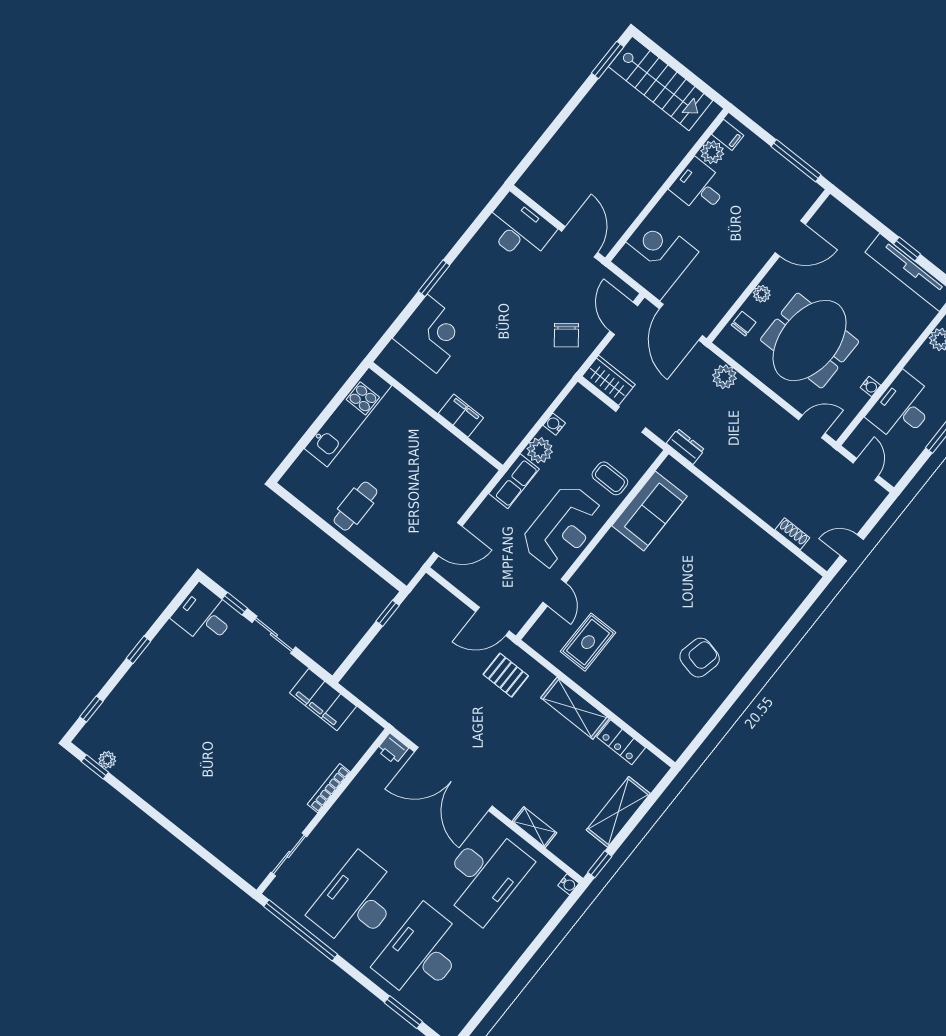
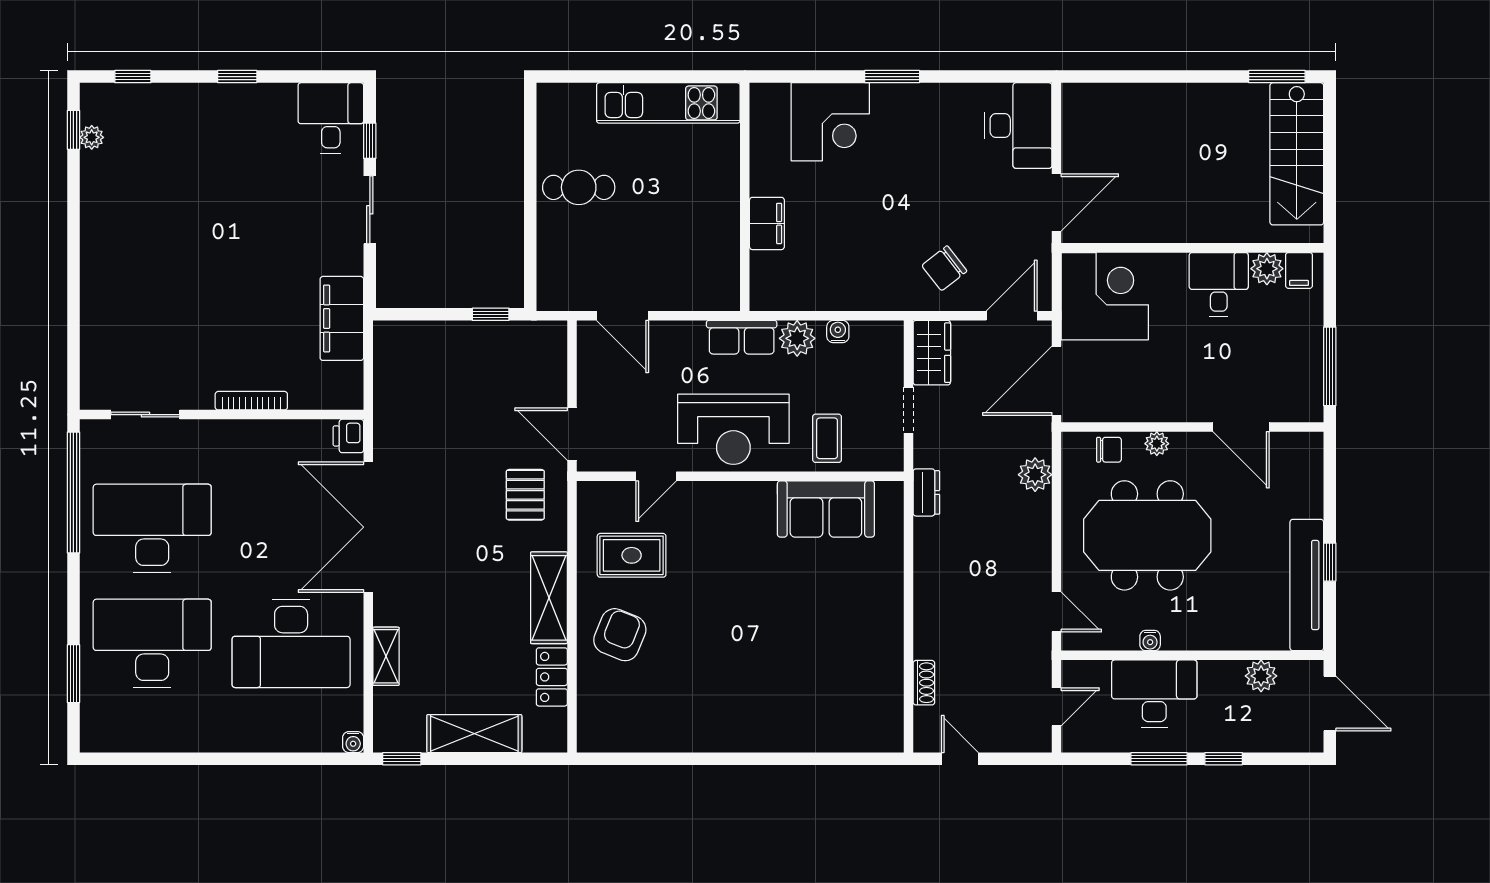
armchair: (700, 658) -> (620, 635), moved, turned -81

